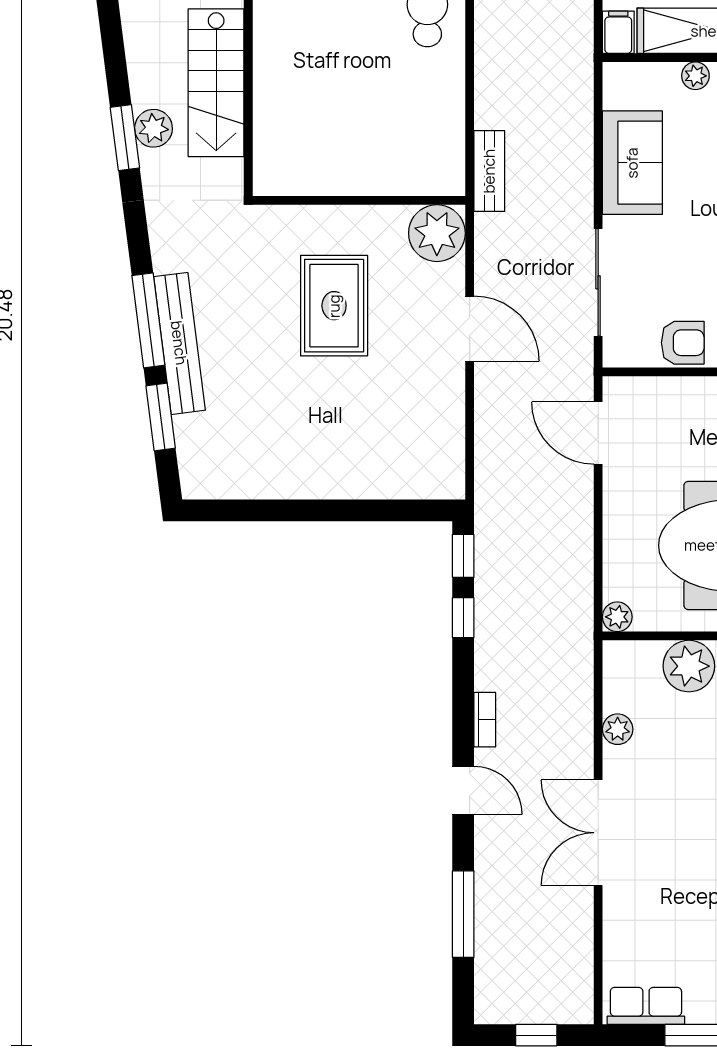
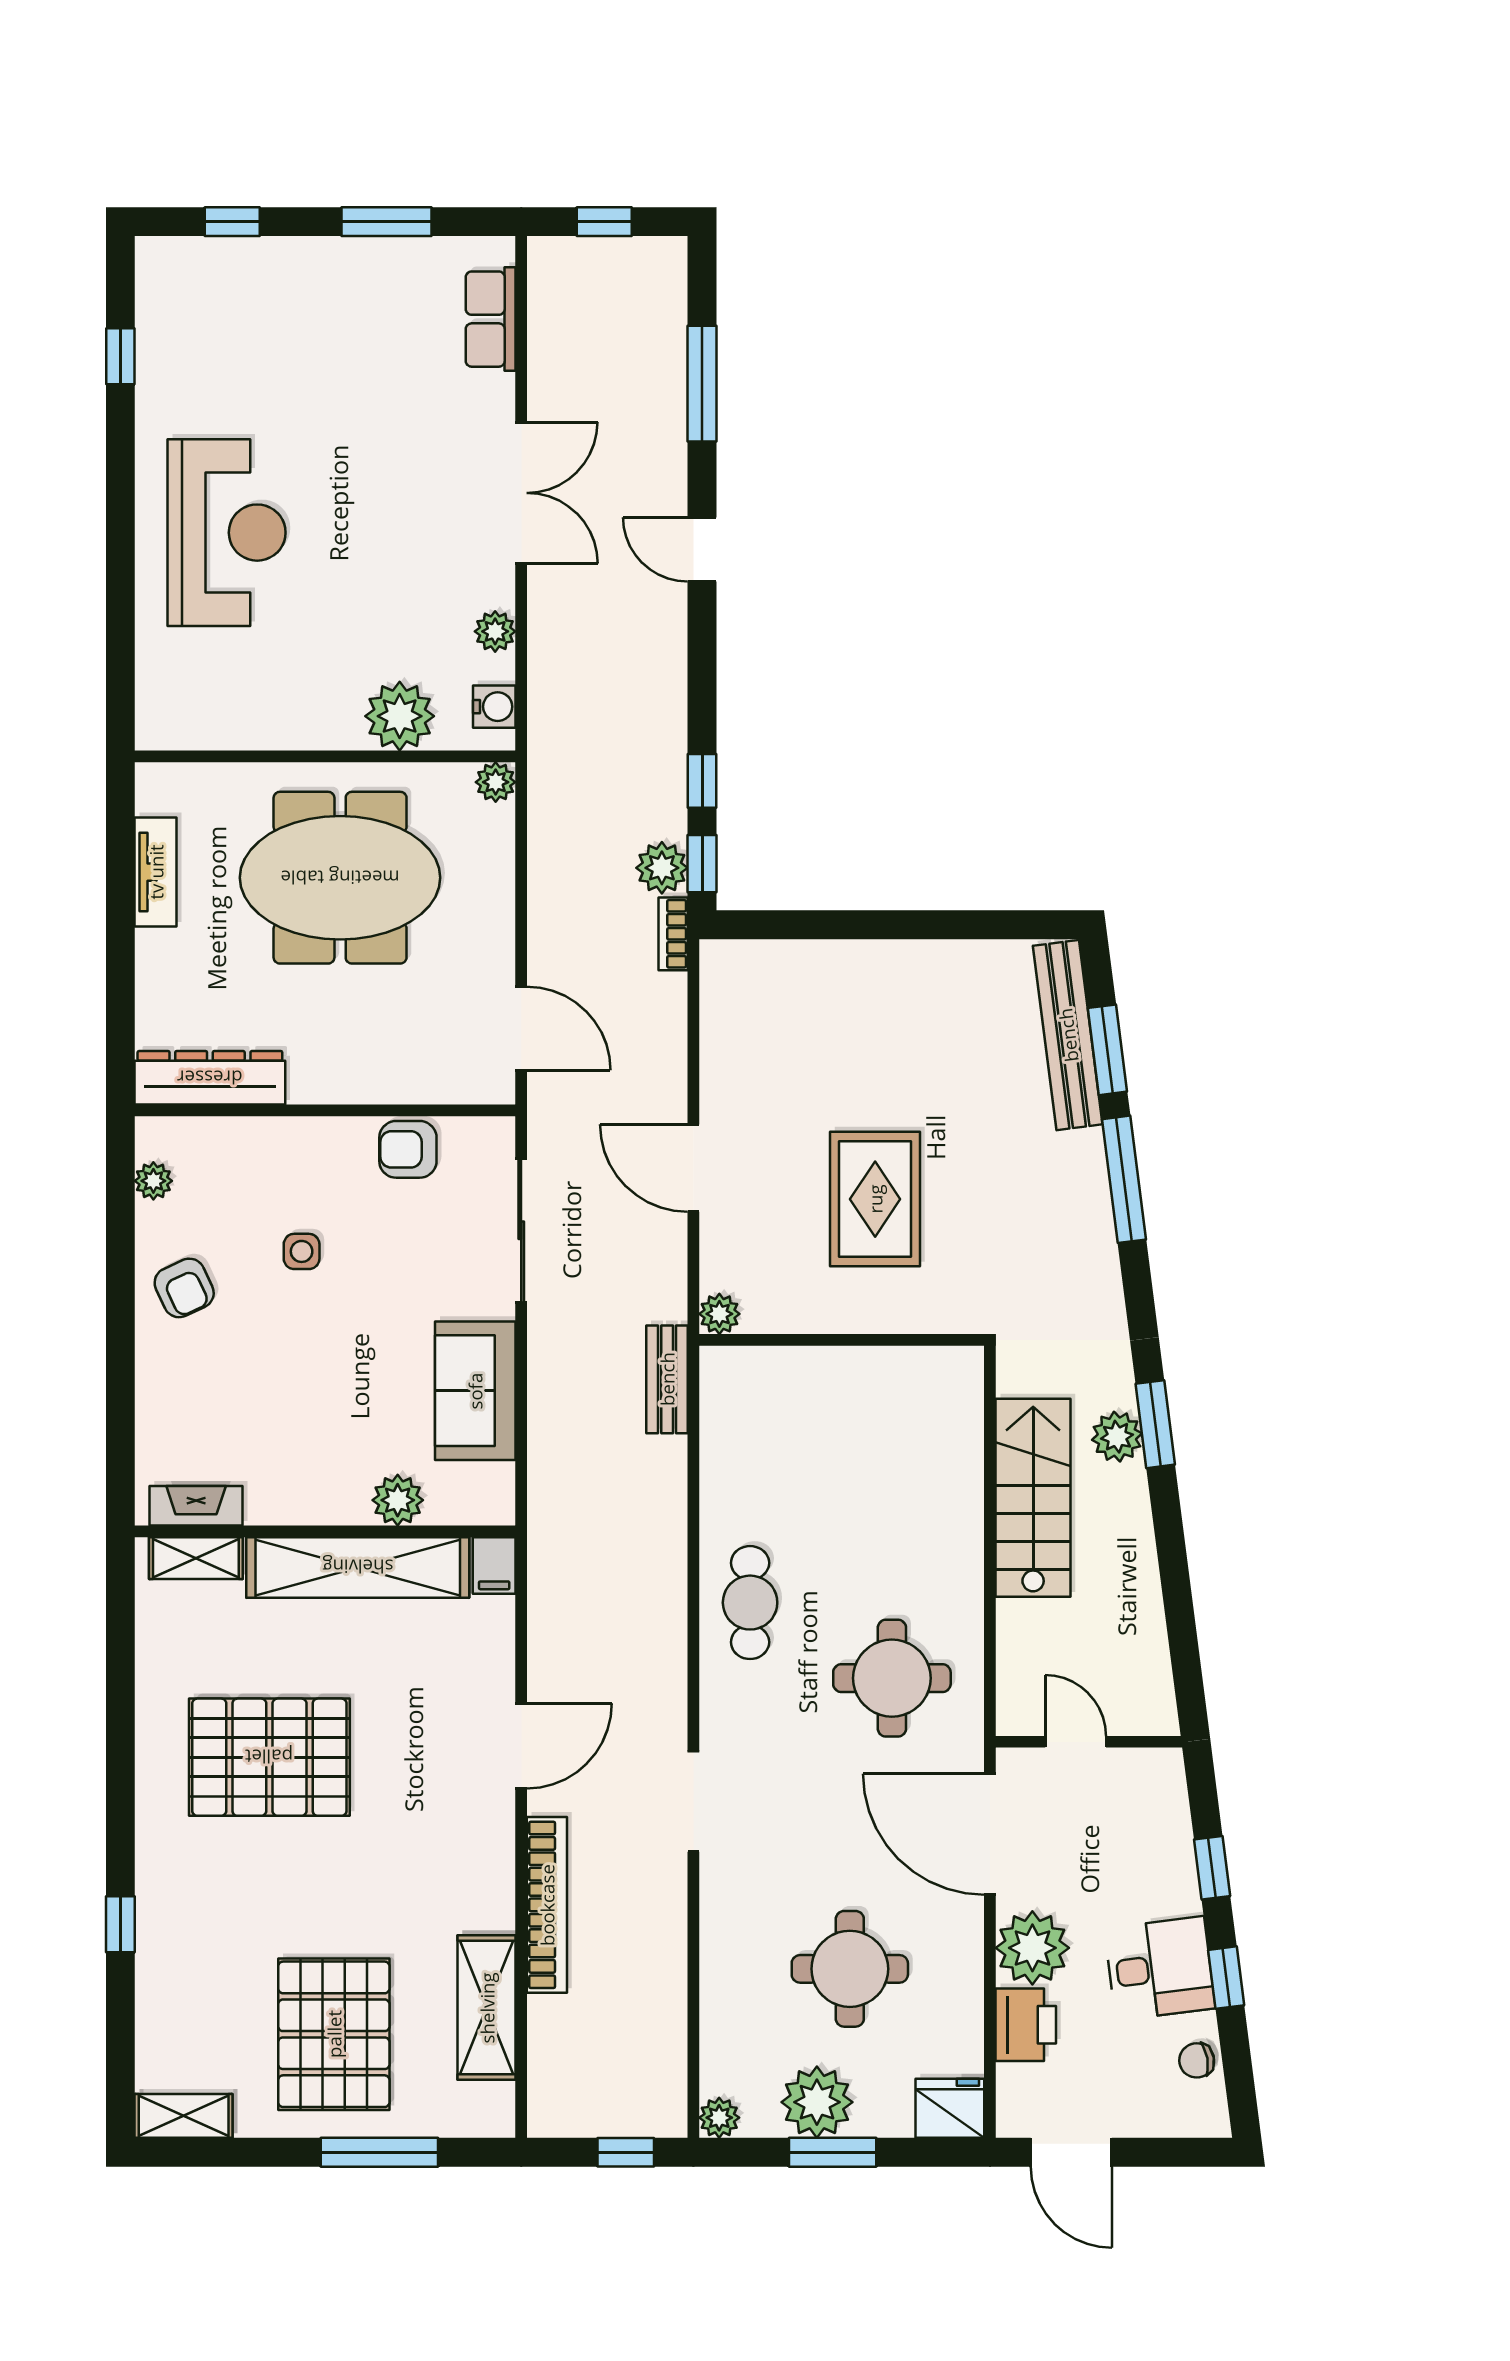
plant: (695, 76) -> (398, 1500), width x1.38, depth x1.38
plant: (437, 233) -> (719, 1314), width x0.53, depth x0.53
bench: (179, 343) -> (1068, 1035), moved
plant: (493, 553) -> (662, 868), added
water cooler: (618, 673) -> (494, 707), added
bookcase: (485, 720) -> (673, 934), moved
row of seats: (646, 1006) -> (491, 319), moved, turned 90

